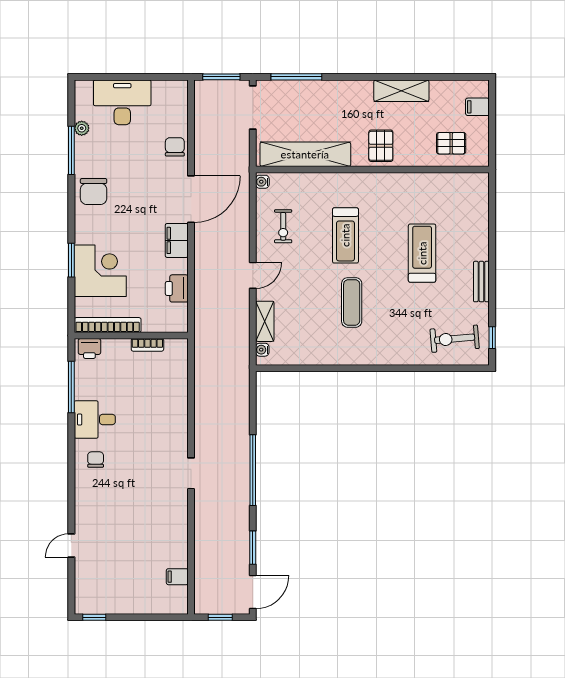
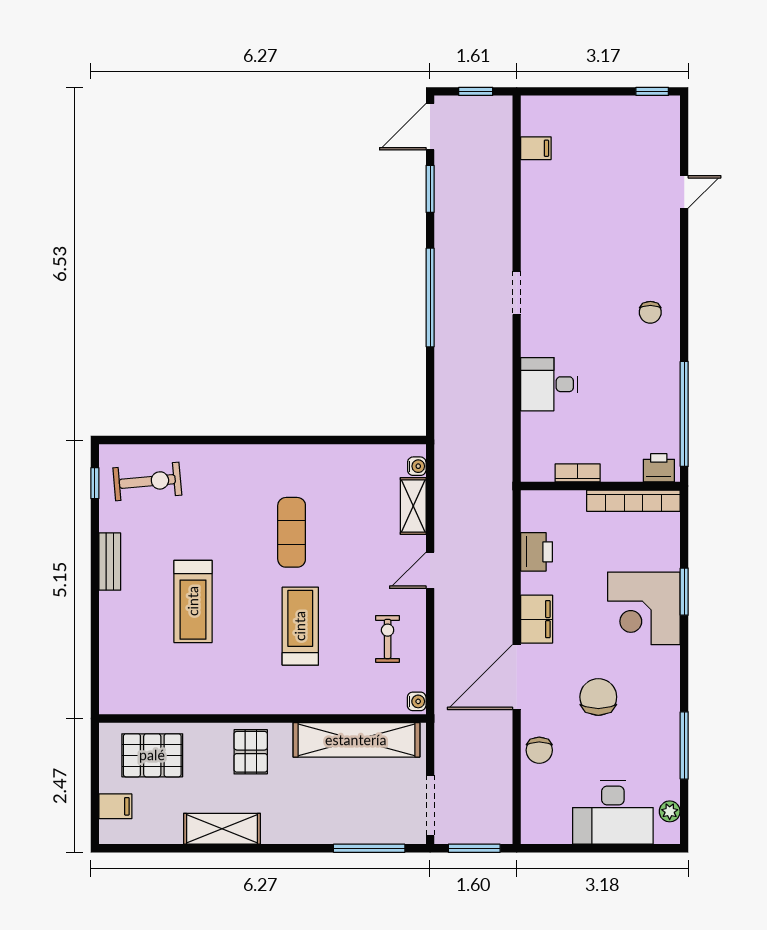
plant: (82, 128) -> (670, 811), moved
pallet: (451, 143) -> (152, 755), width x1.50, depth x1.42
chair: (94, 192) -> (598, 697), moved
corner desk: (100, 271) -> (644, 608), moved
window: (71, 387) -> (684, 414), width x1.46
desk: (95, 419) -> (549, 384), moved, turned 180

